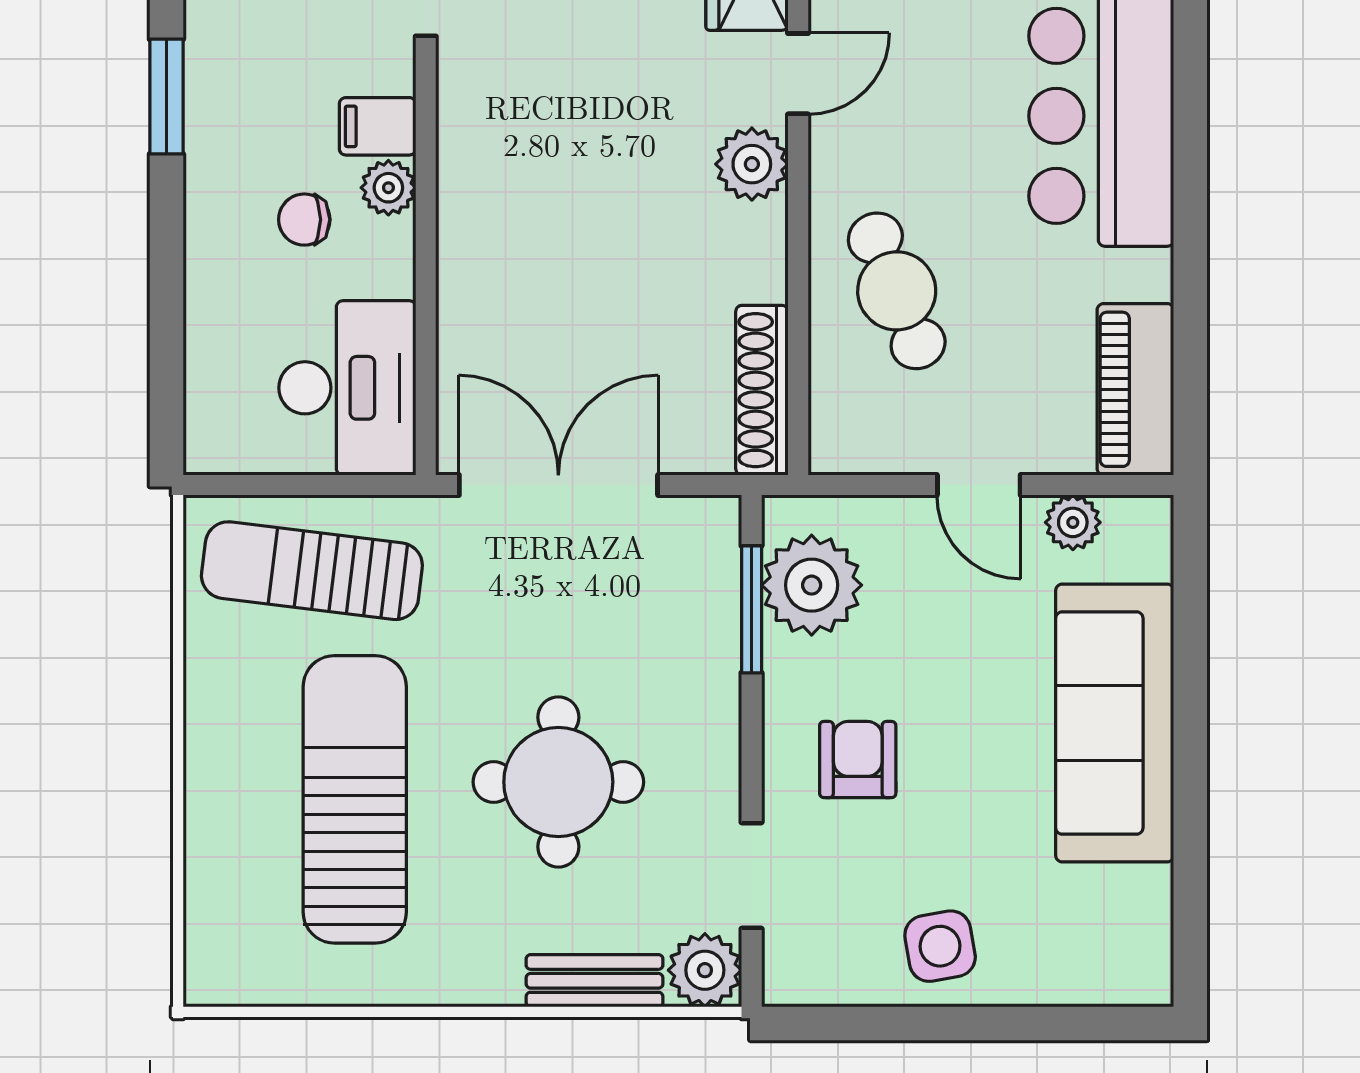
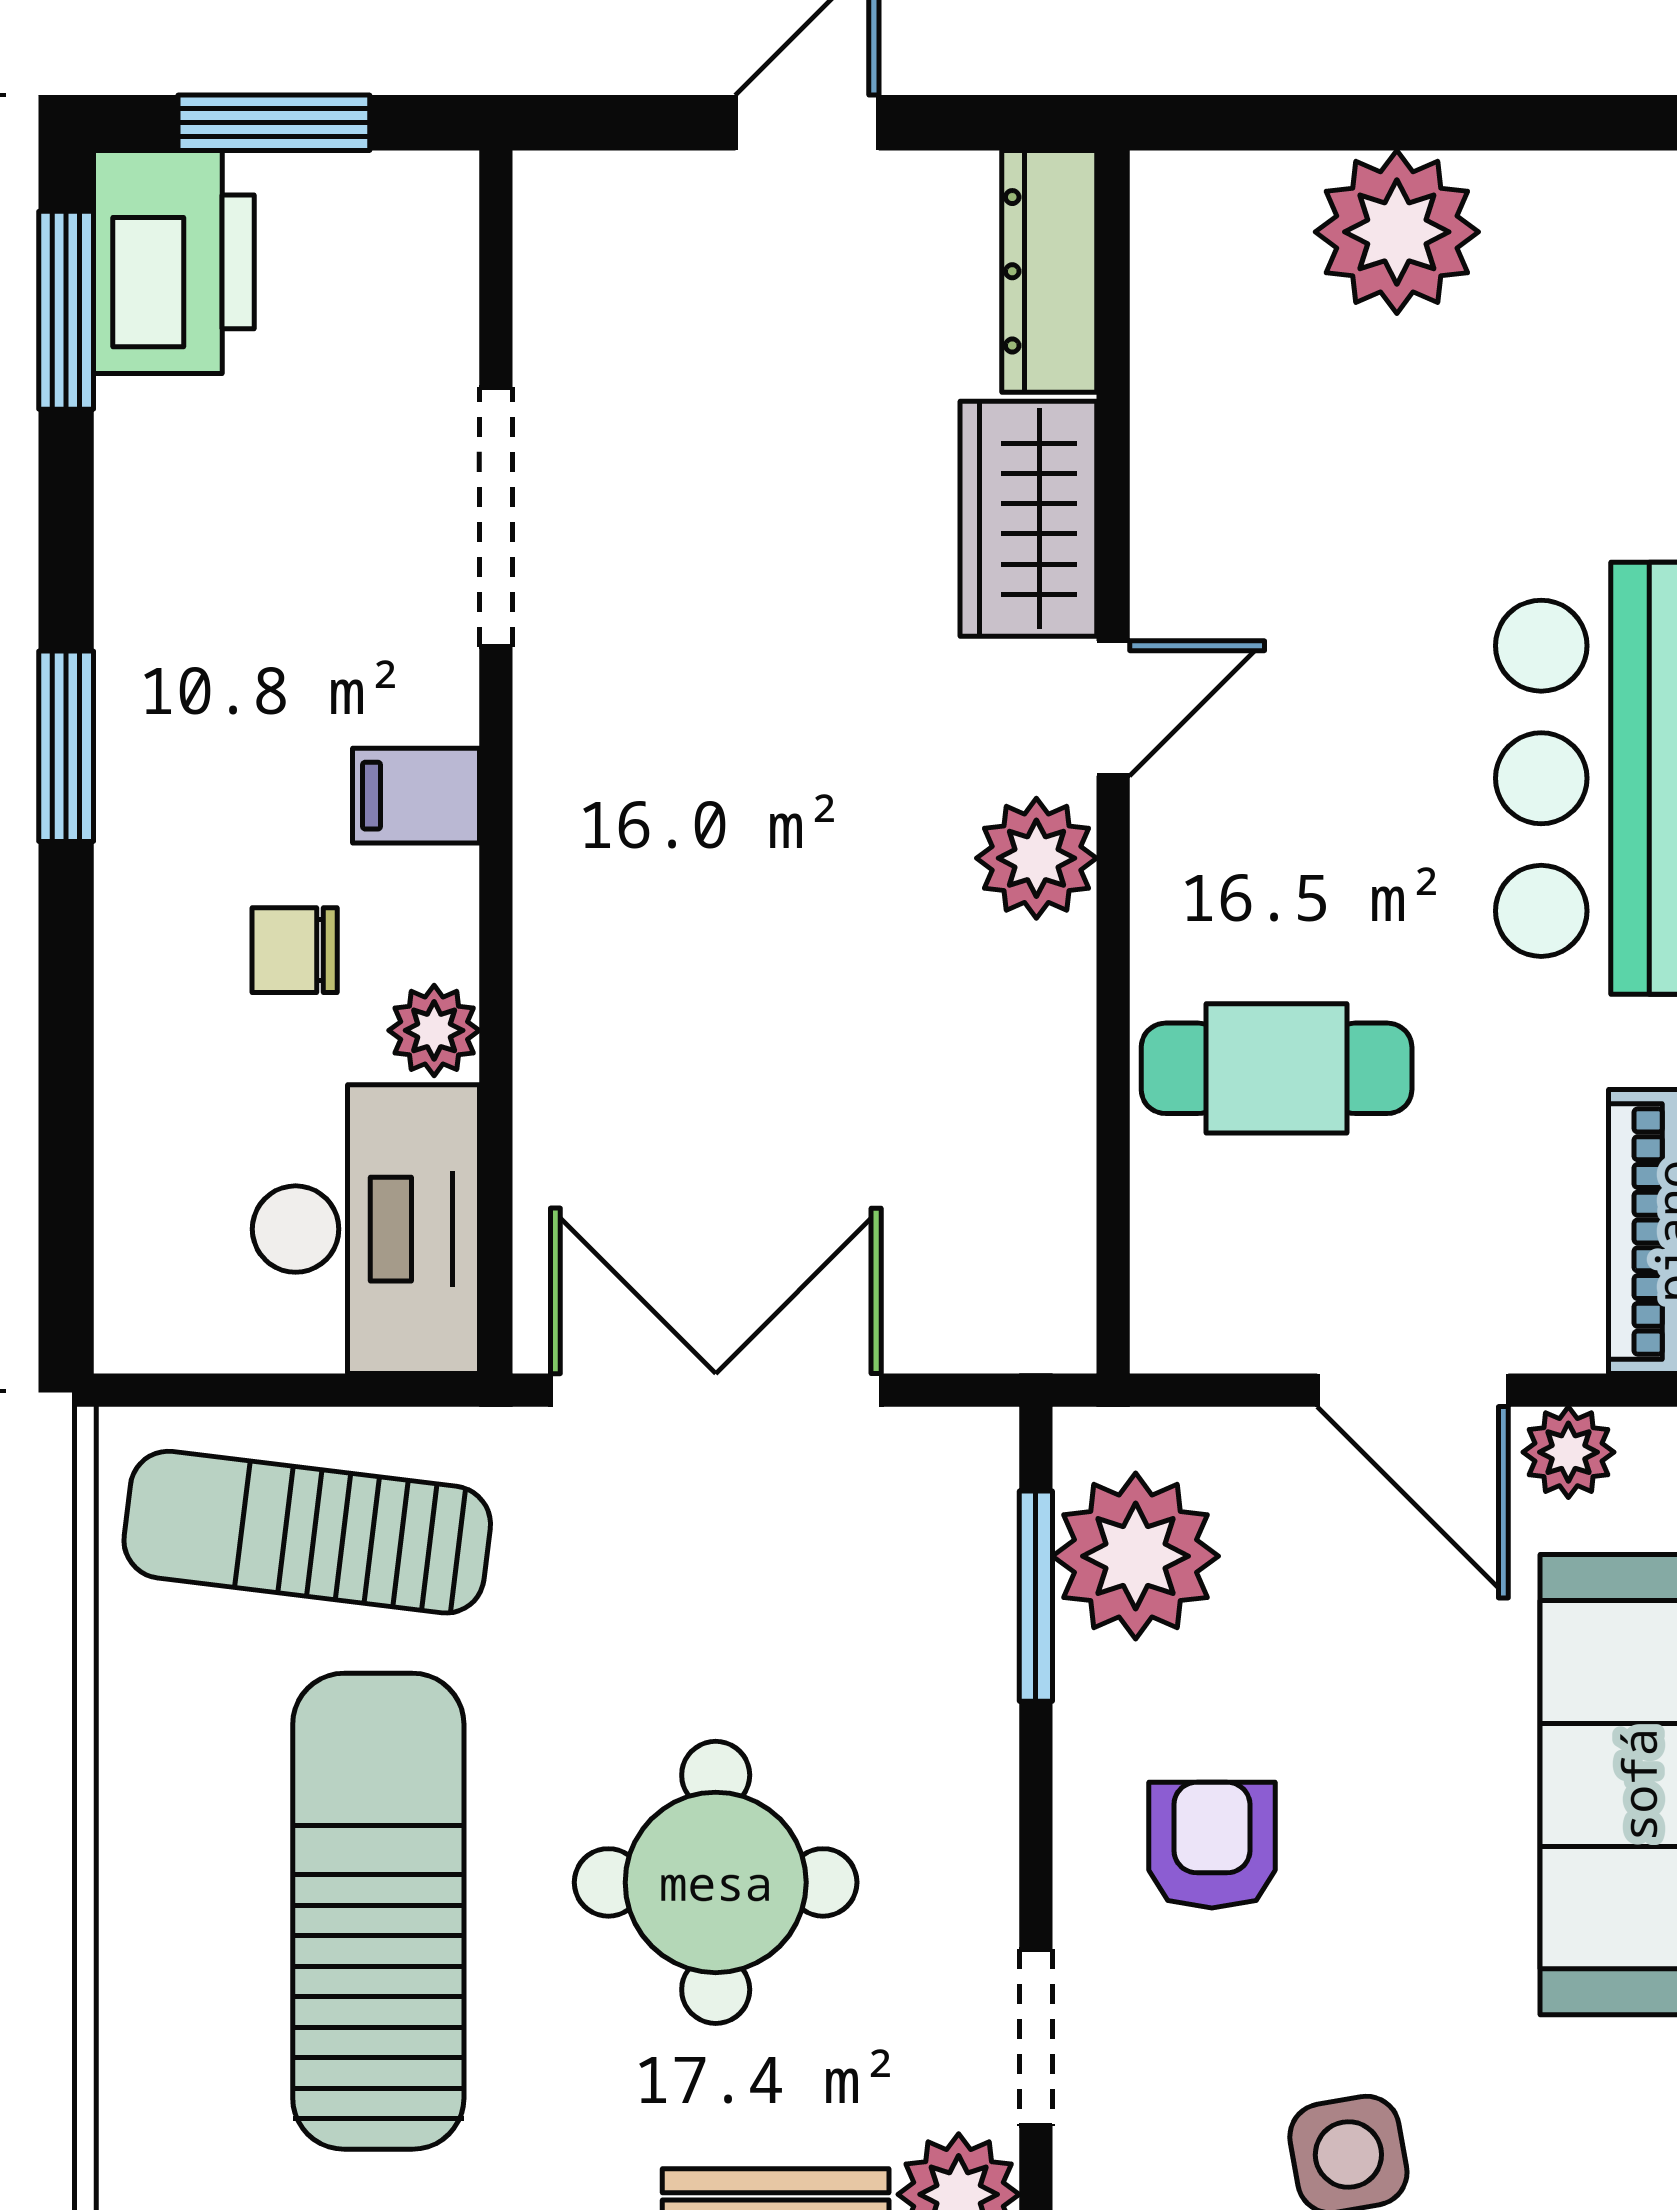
plant: (388, 188) -> (434, 1030), moved
cafe table: (897, 291) -> (1277, 1068), turned -68
shoe rack: (762, 390) -> (1053, 1233), removed
door: (979, 485) -> (1413, 1390), width x1.38

